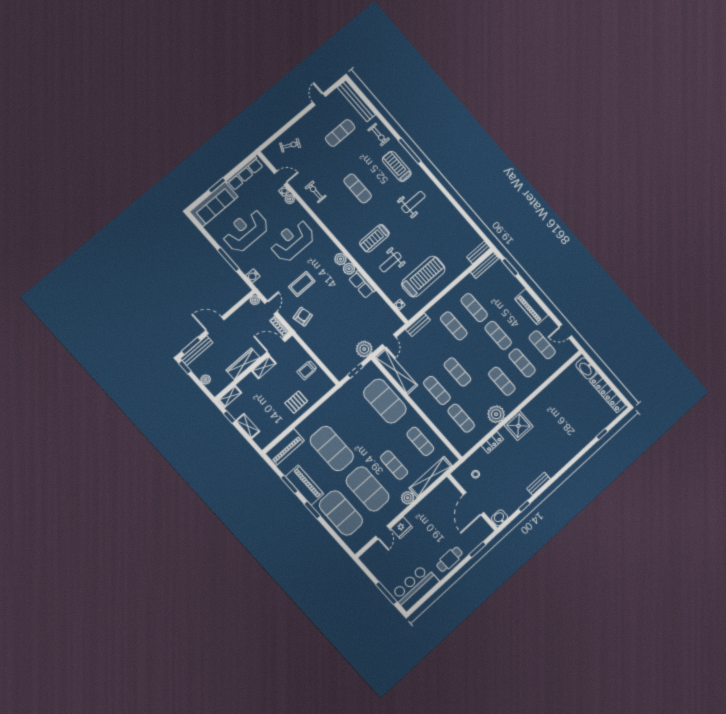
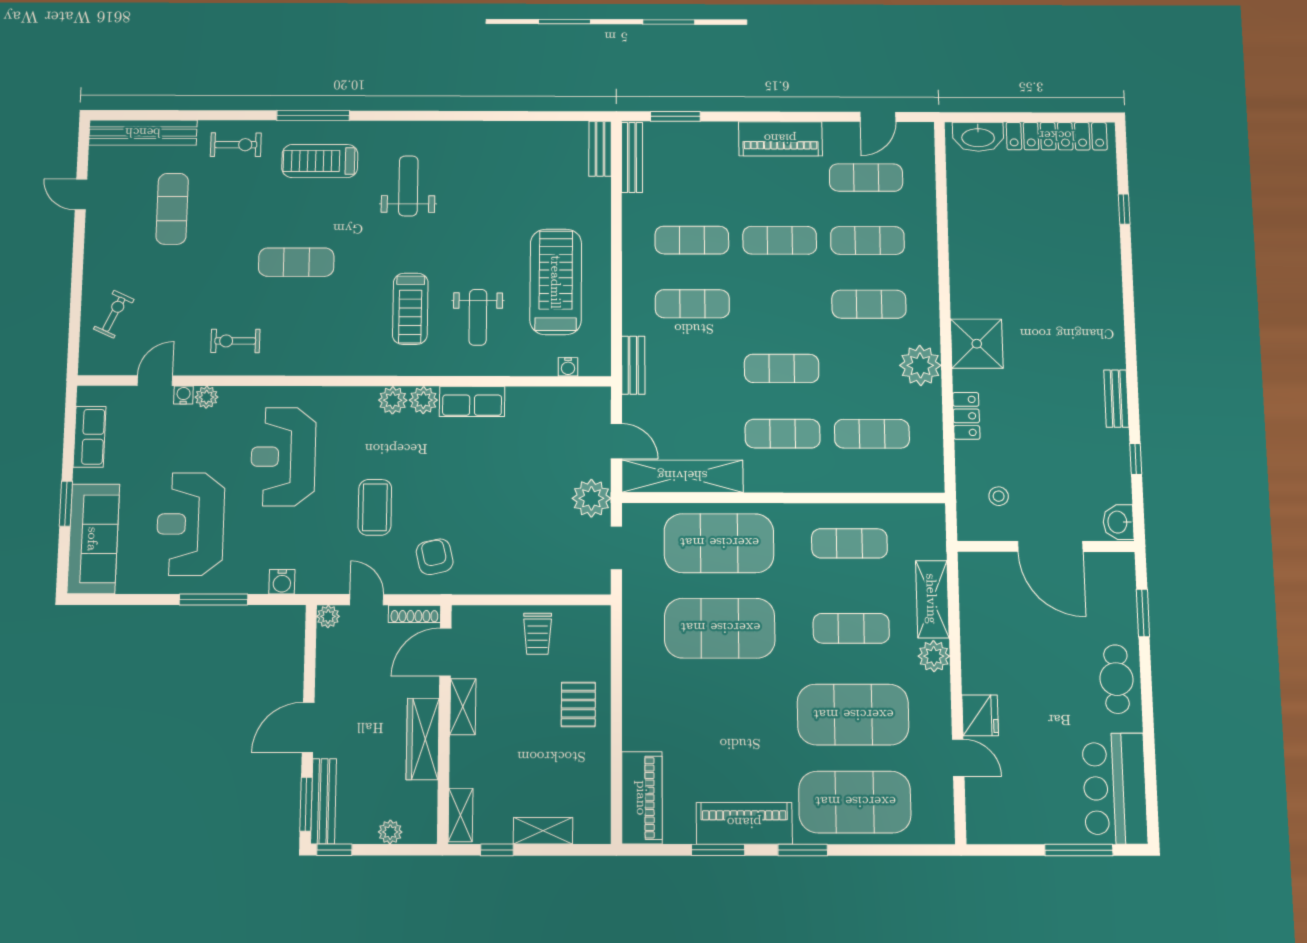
row of seats: (245, 173) -> (90, 437), width x0.68
exercise mat: (332, 449) -> (720, 628), moved
shelving: (431, 477) -> (932, 599), width x0.68

